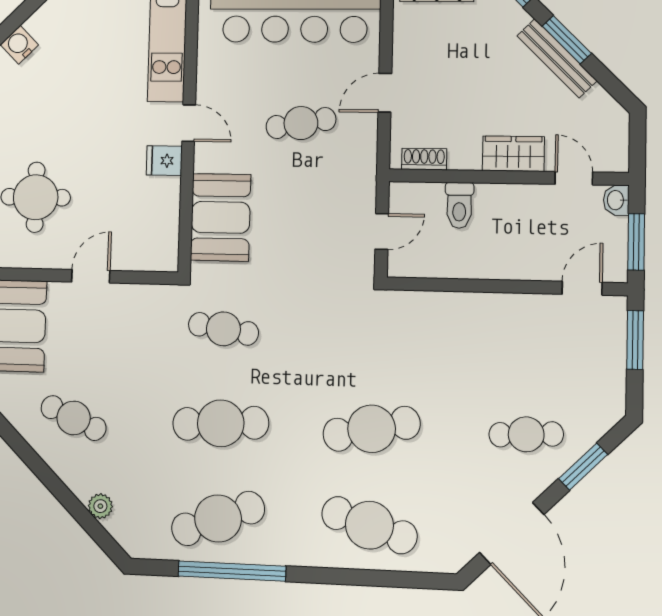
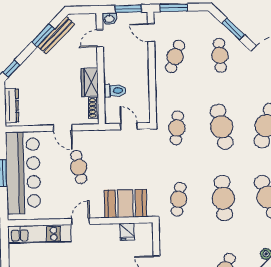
window: (567, 40) -> (43, 35), moved
bench: (557, 58) -> (56, 35), moved
wardrobe: (513, 154) -> (90, 82), moved
fridge: (164, 161) -> (127, 232), moved
cafe table: (374, 333) -> (177, 128), added
cafe table: (528, 338) -> (175, 56), added

